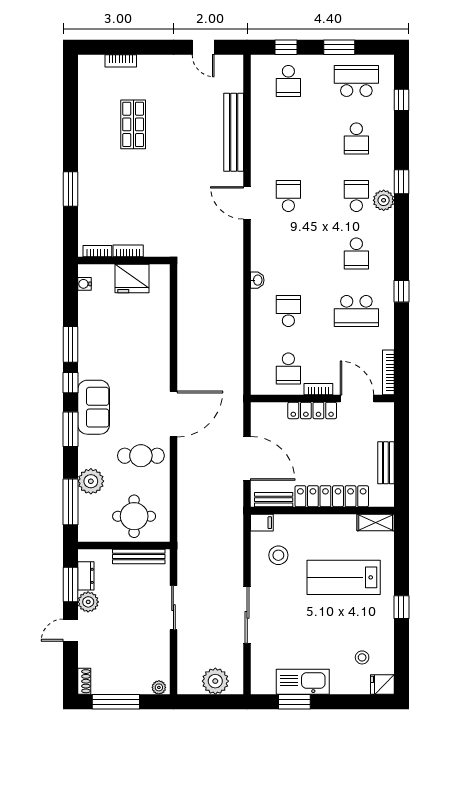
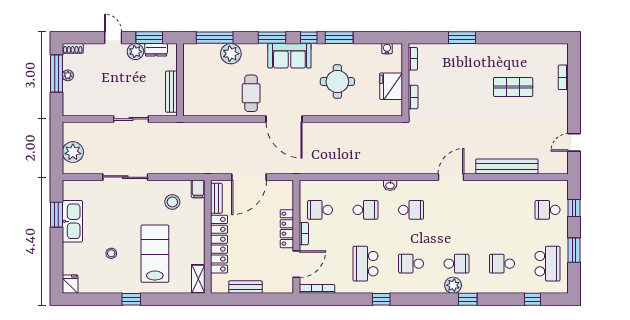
school desk: (288, 196) -> (411, 210), moved
bookcase: (128, 251) -> (413, 97), moved
round table: (134, 516) -> (337, 82), moved
stool: (362, 657) -> (111, 253), moved
plant: (159, 687) -> (68, 75), moved

